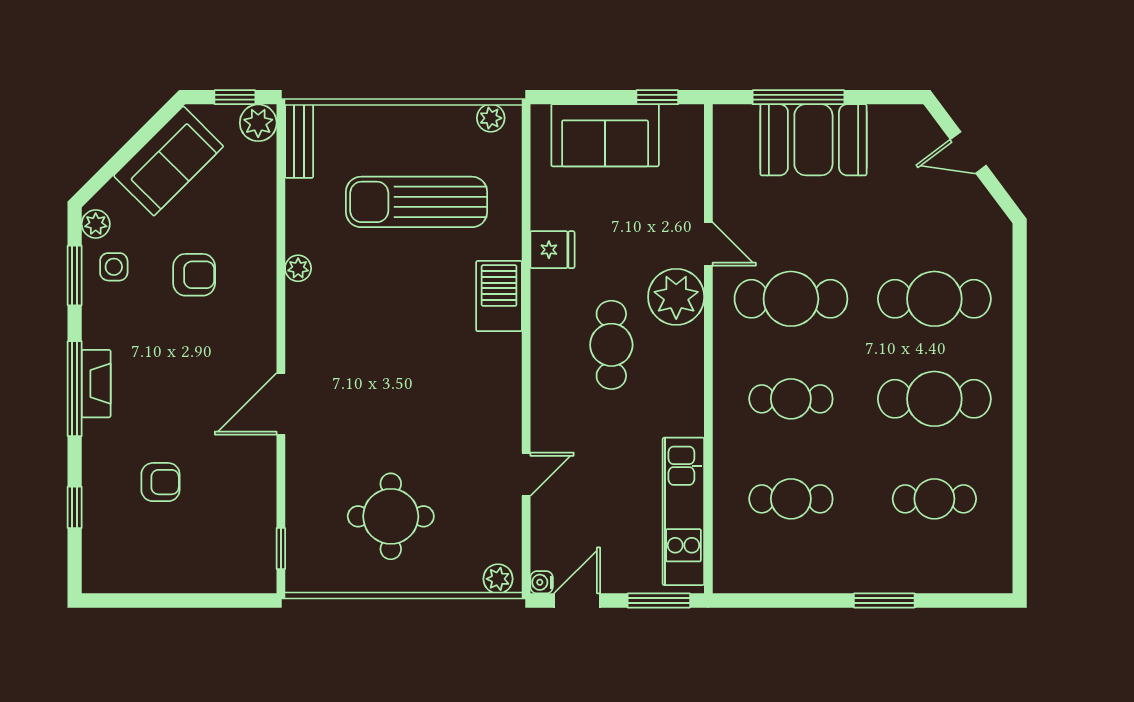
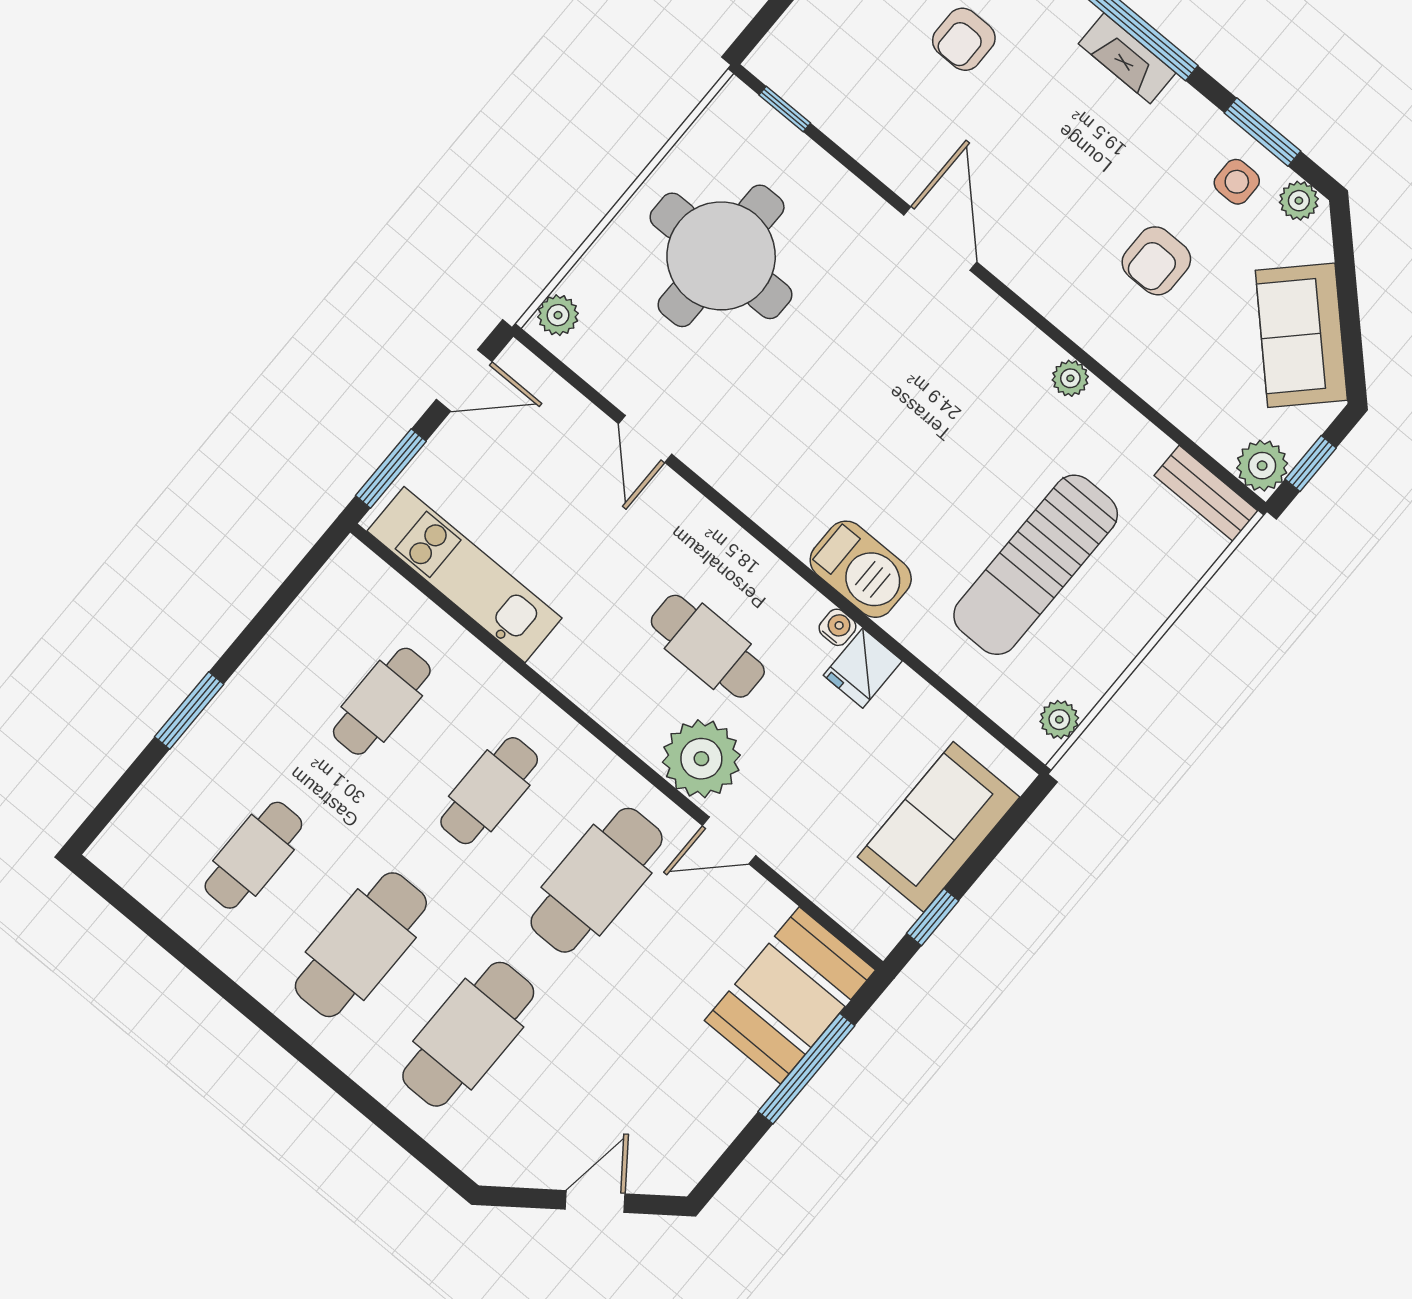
booth: (813, 140) -> (790, 995), moved
sun lounger: (416, 202) -> (1036, 565), turned 180
round table: (391, 516) -> (721, 256), width x1.36, depth x1.36
water cooler: (542, 582) -> (837, 627), moved
door: (577, 600) -> (464, 381), hinge flipped

